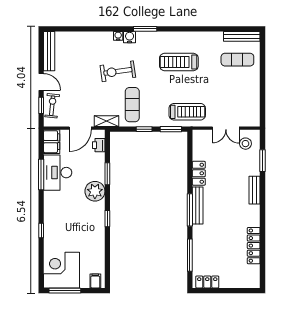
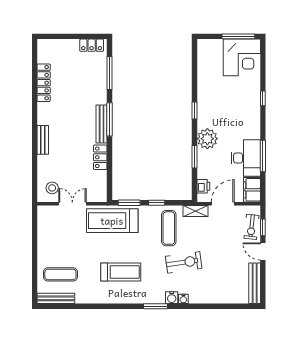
treadmill: (187, 112) -> (112, 221), width x1.37, depth x1.38
window: (262, 161) -> (35, 170), removed
filing cabinet: (95, 281) -> (207, 46), removed

